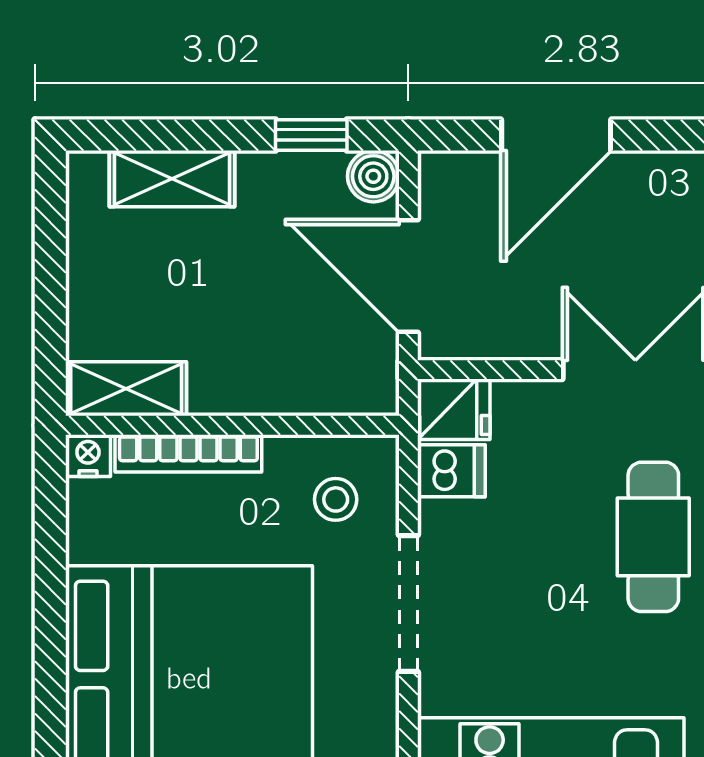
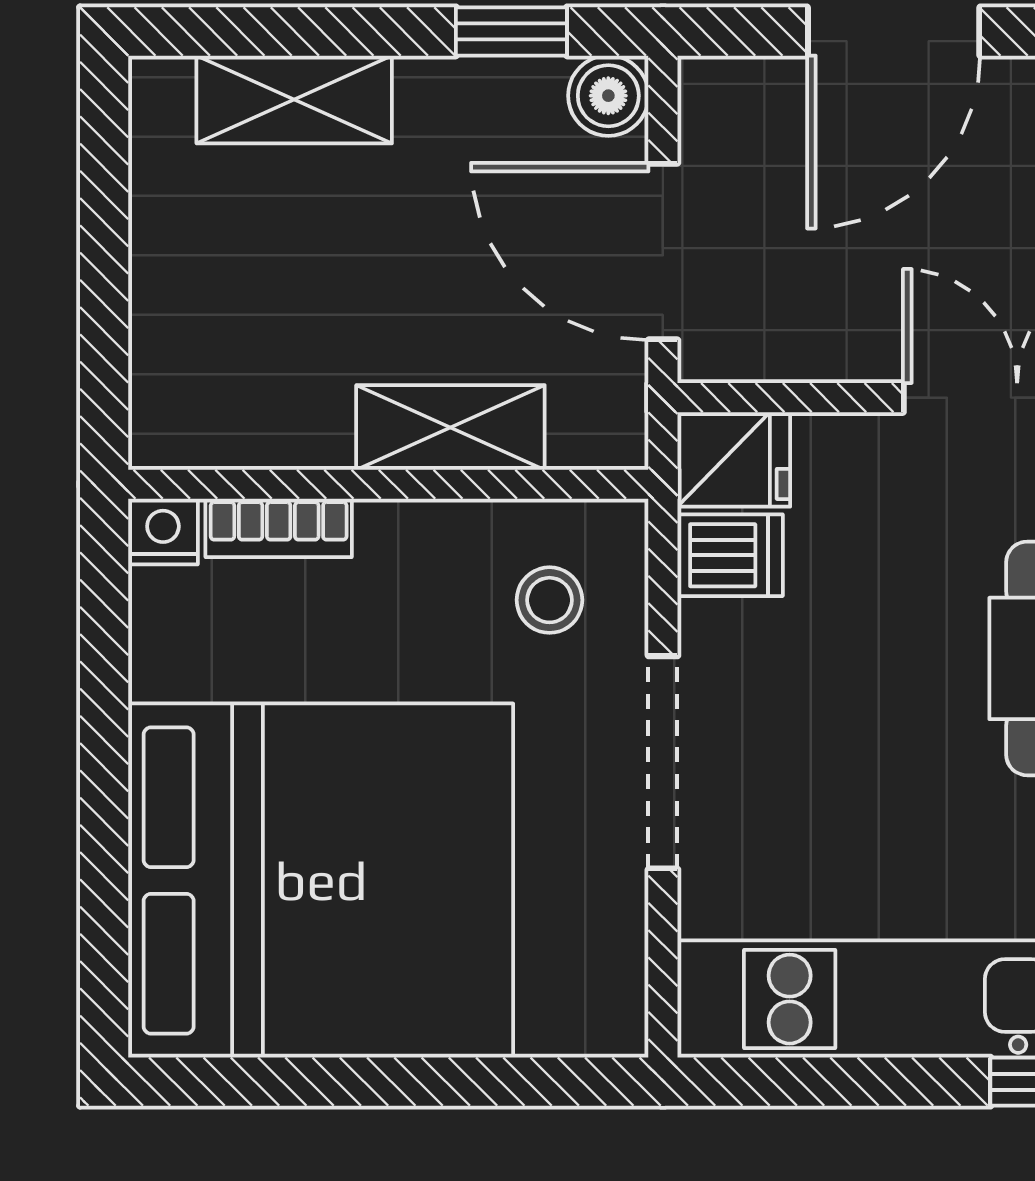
shelving: (126, 389) -> (450, 427), moved
bookcase: (188, 453) -> (279, 528), width x0.64

